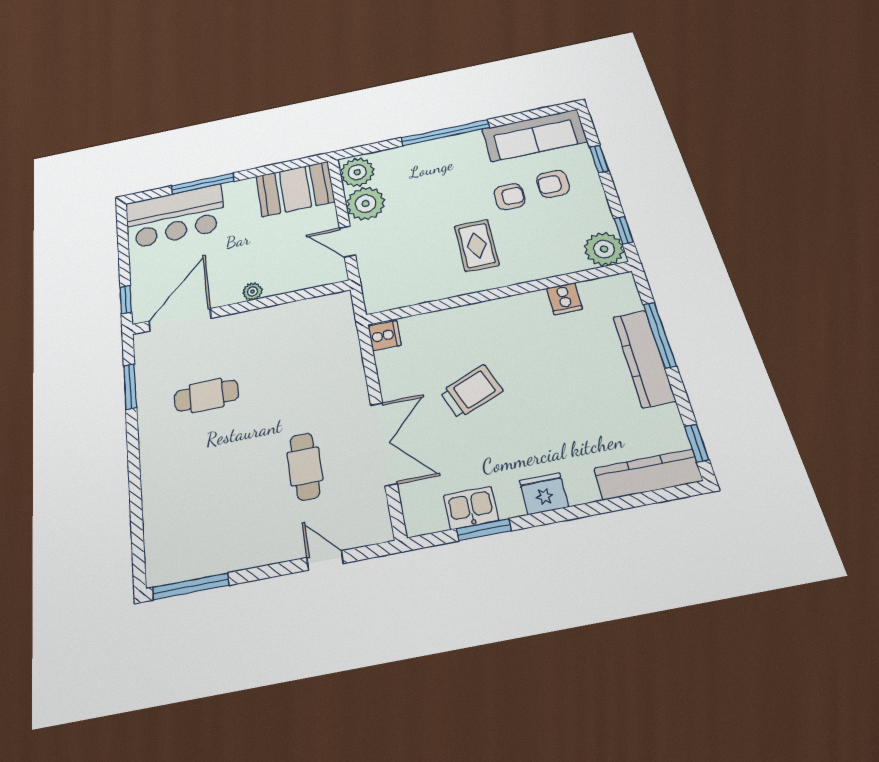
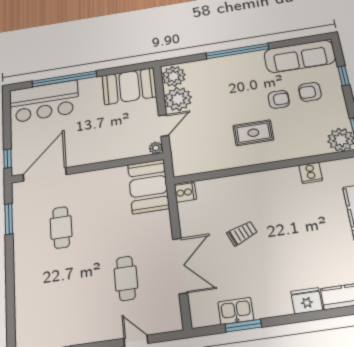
window: (203, 184) -> (64, 79), width x1.46
door: (347, 242) -> (164, 125), swing flipped
rug: (477, 245) -> (253, 133), turned 90
plant: (253, 291) -> (156, 148), moved
booth: (330, 330) -> (148, 186), added
trolley: (471, 391) -> (242, 233), width x0.73, depth x0.72
cafe table: (207, 395) -> (61, 227), turned 90
fridge: (544, 494) -> (307, 301), moved

